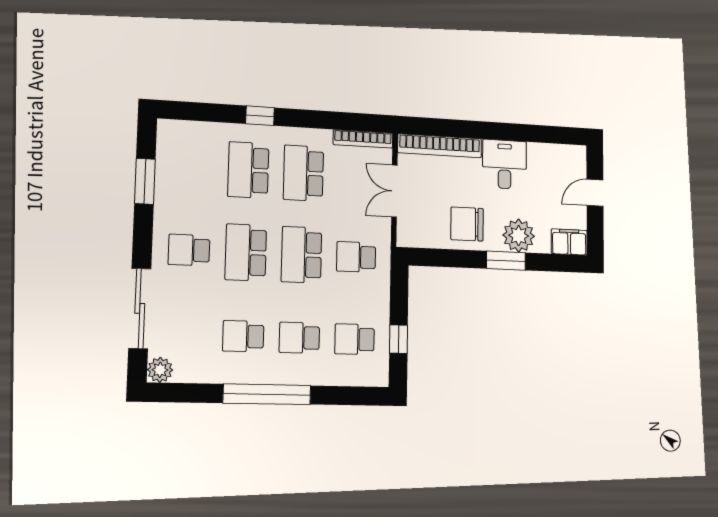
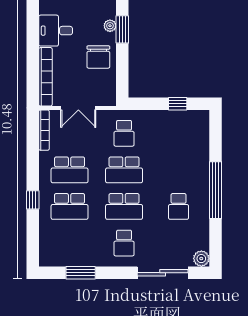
plant: (519, 236) -> (110, 26), width x0.53, depth x0.53
school desk: (299, 338) -> (179, 170), removed
school desk: (355, 339) -> (179, 133), removed

